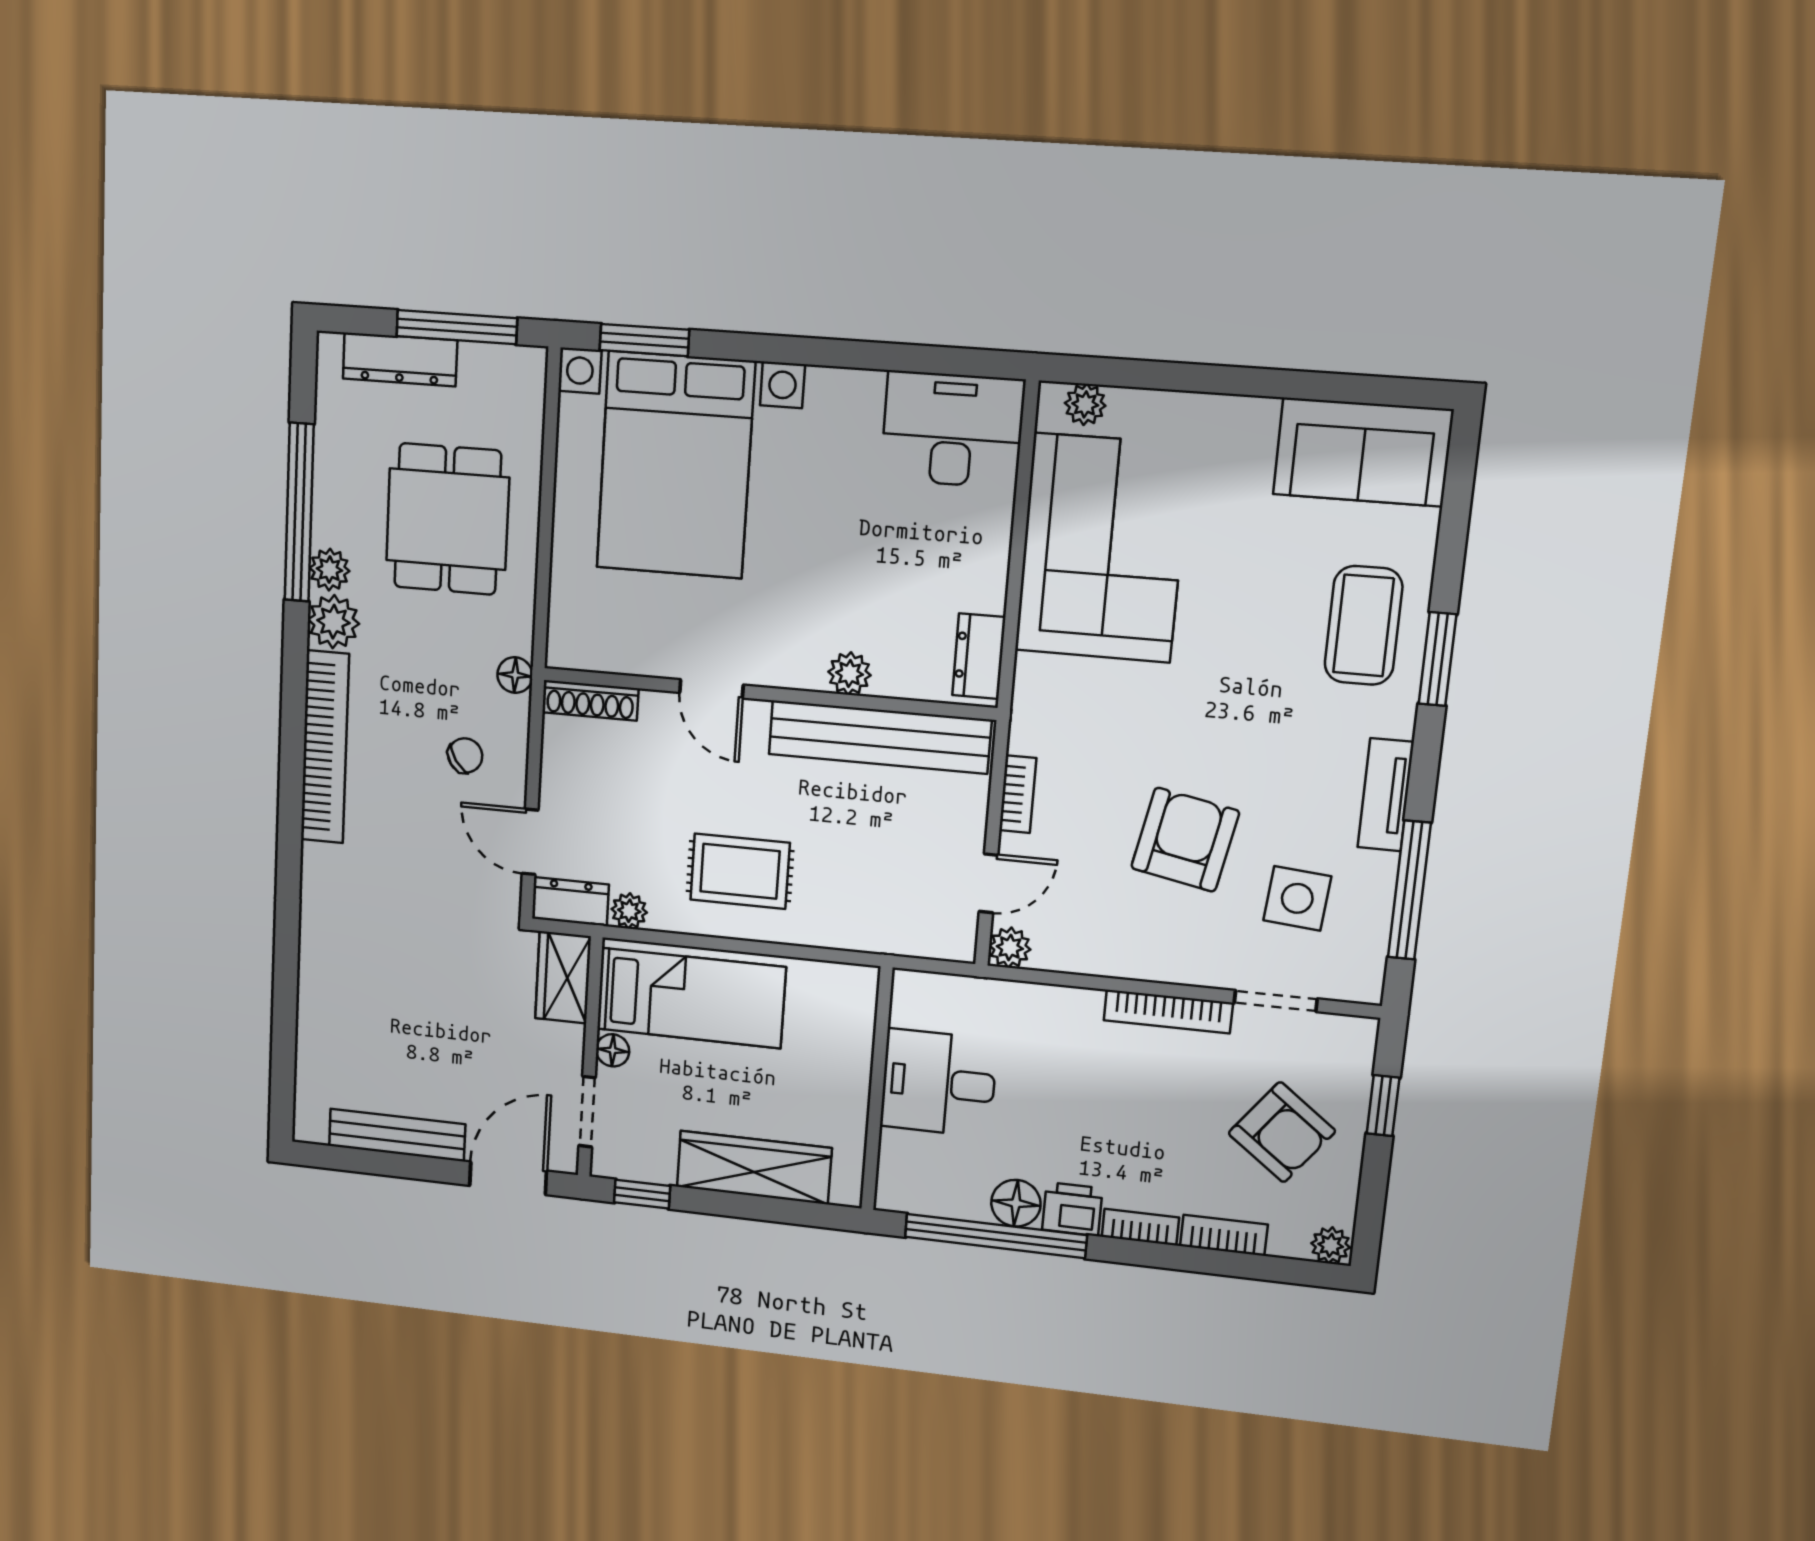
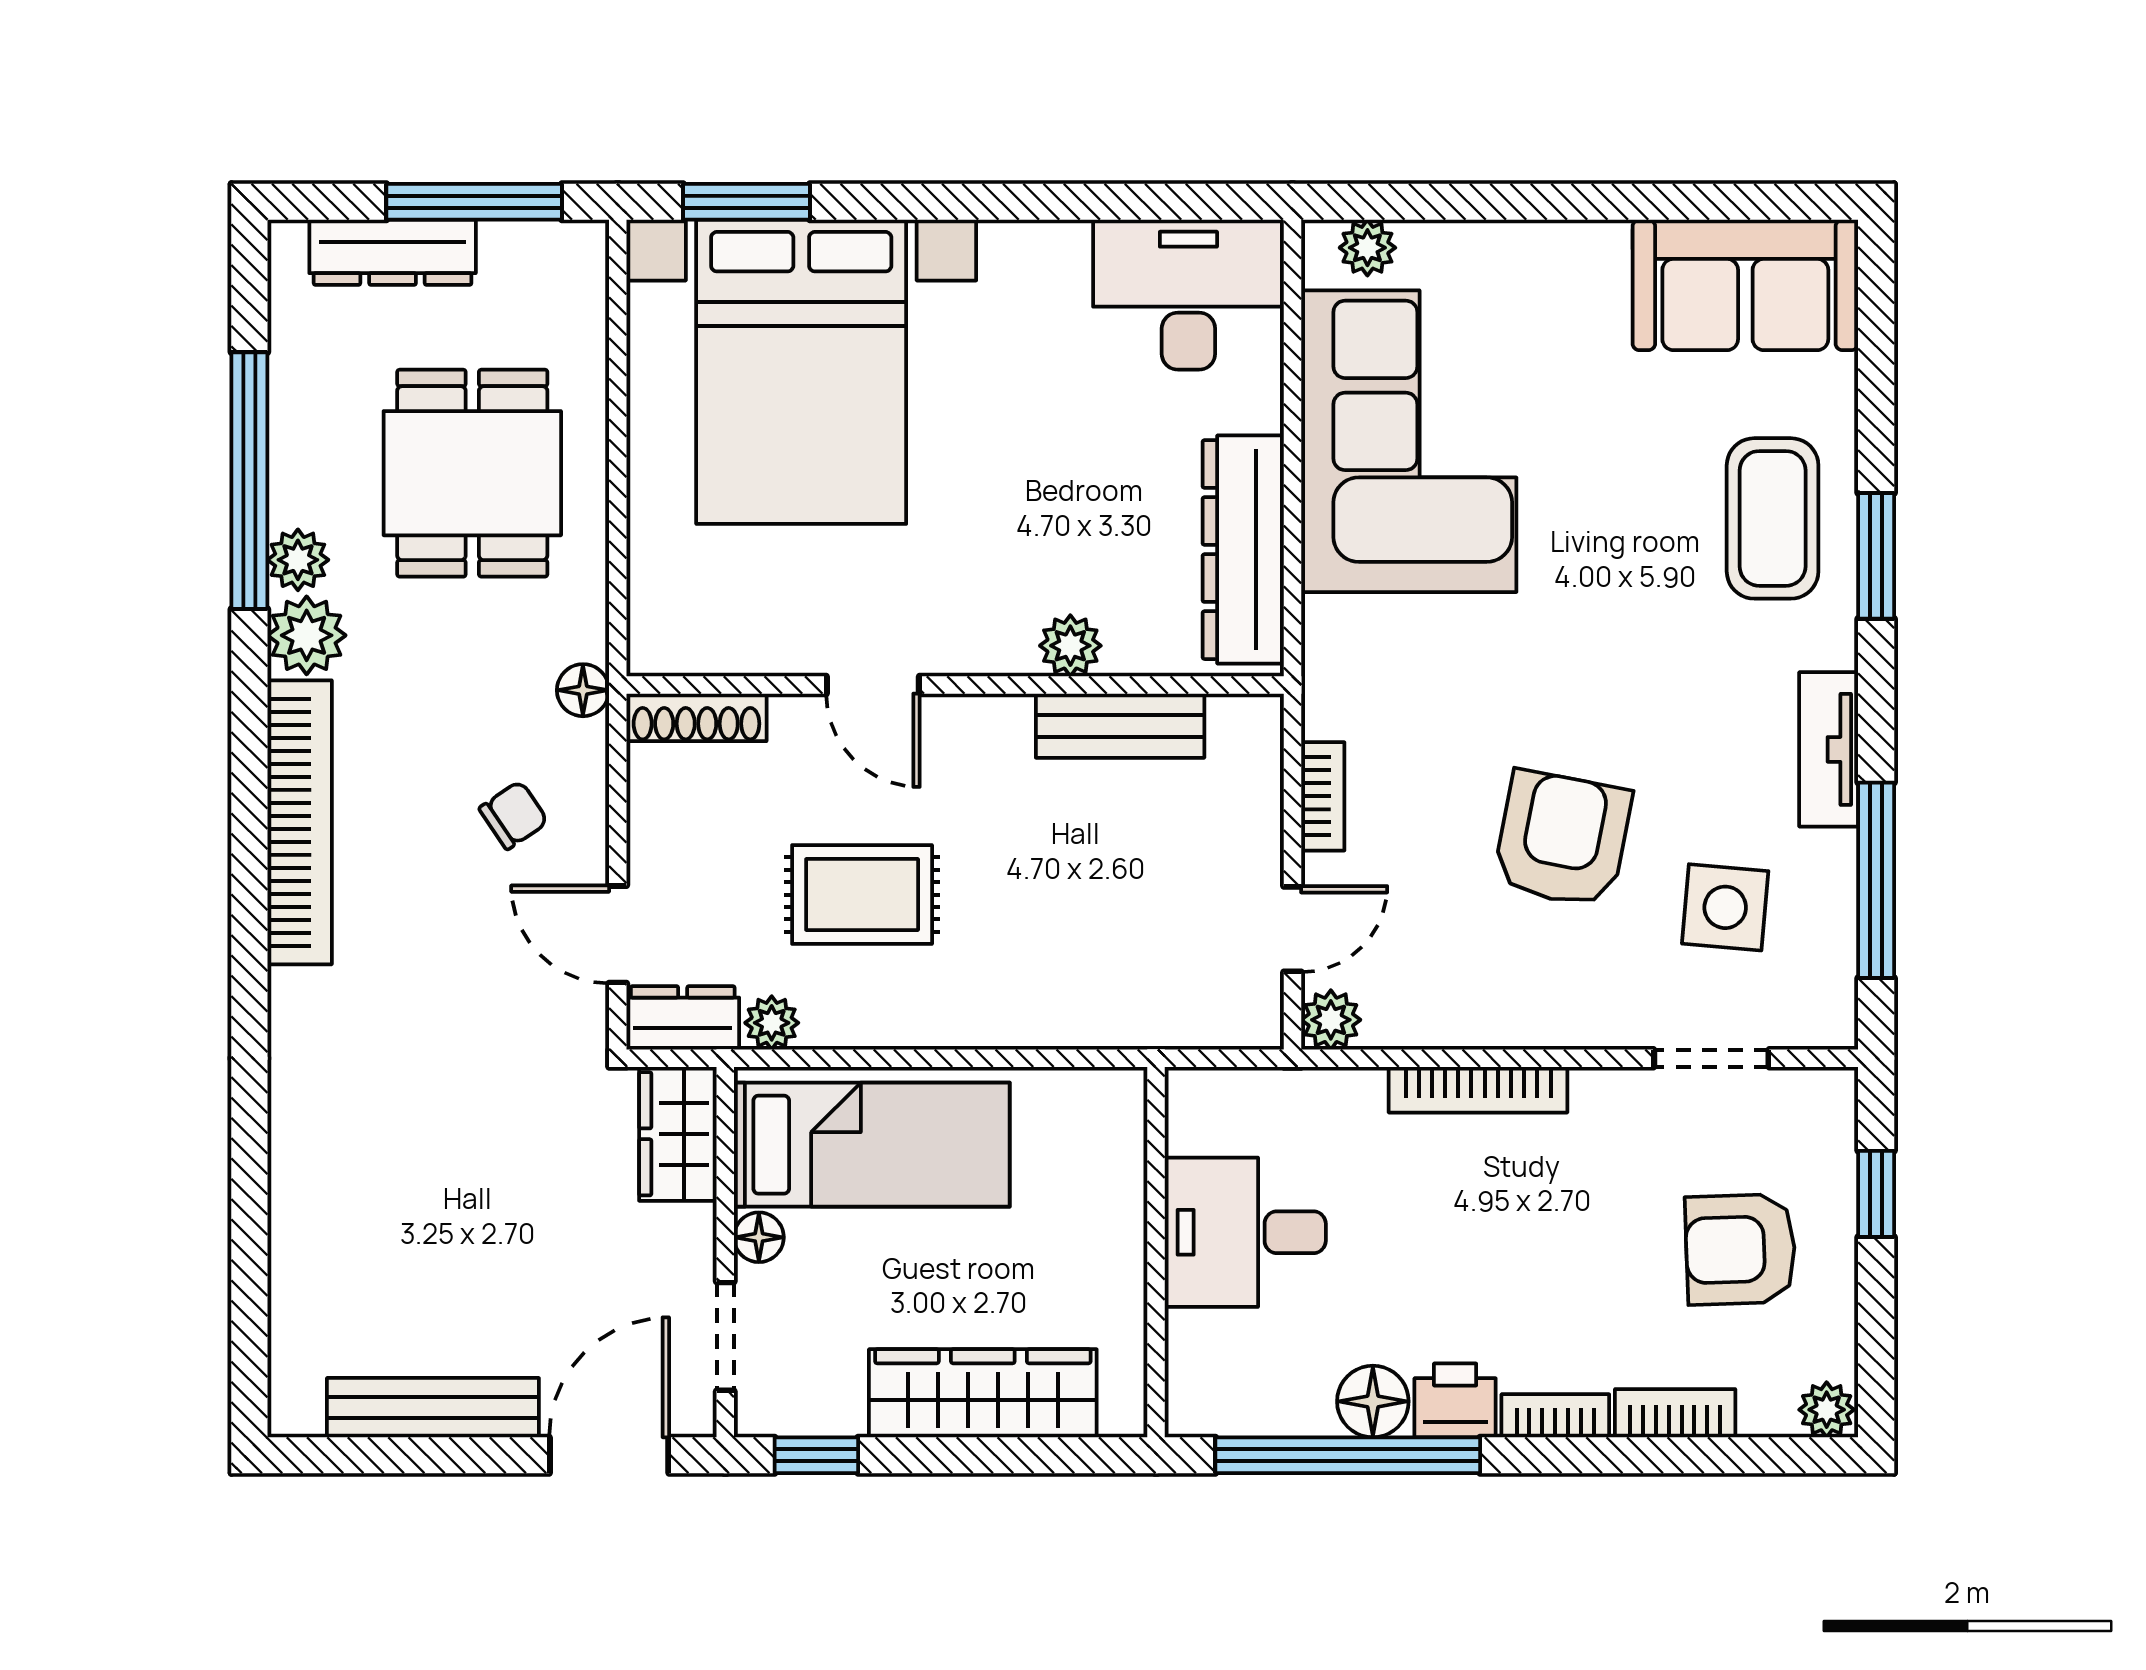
dresser: (979, 656) -> (1243, 550), width x1.96, depth x1.24
bench: (880, 737) -> (1120, 726), width x0.54, depth x0.82
rug: (740, 871) -> (862, 895), moved
bookcase: (1168, 1012) -> (1478, 1090), moved
armchair: (1282, 1132) -> (1740, 1249), turned 141

